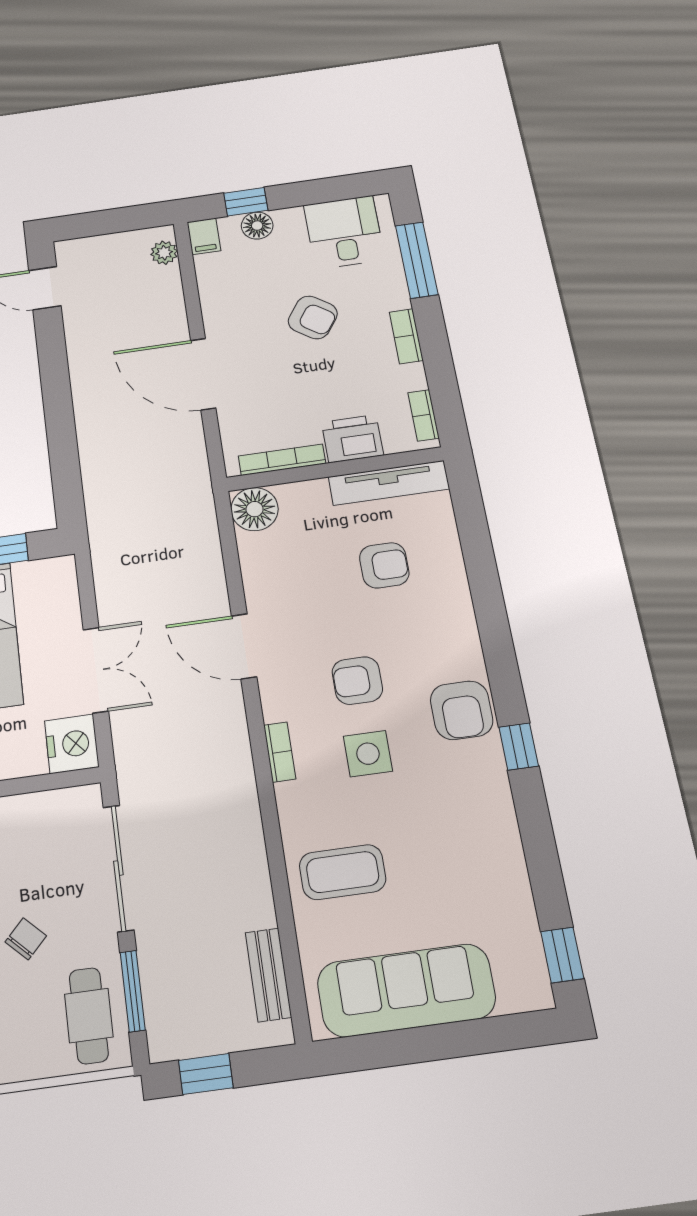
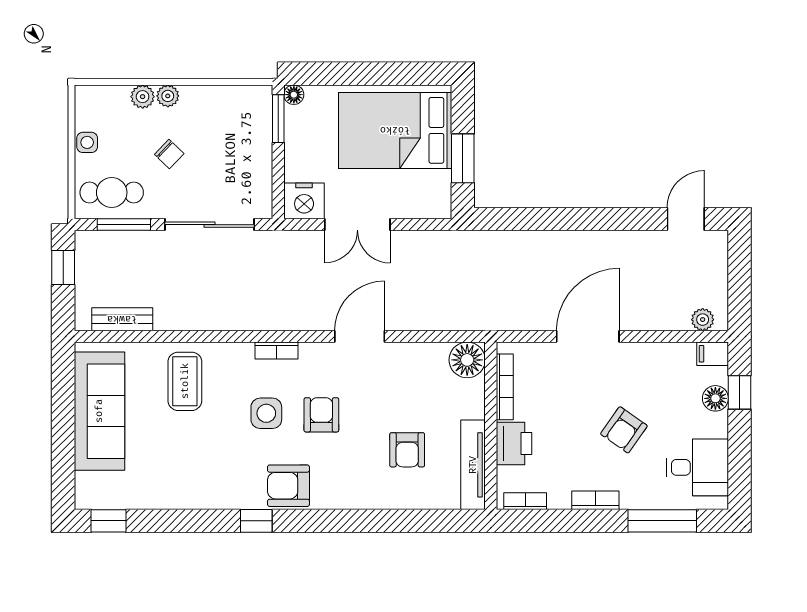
side table: (20, 1062) -> (87, 142), added

